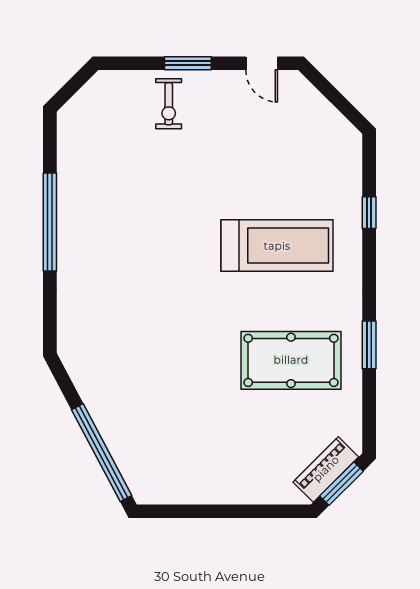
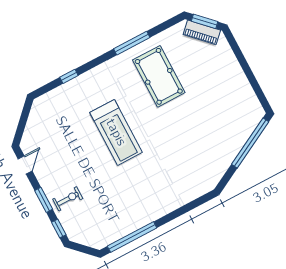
window: (128, 63) -> (59, 229), added
window: (50, 222) -> (132, 237), moved
treadmill: (277, 246) -> (116, 132), moved, turned 180
window: (369, 345) -> (132, 43), width x1.44

